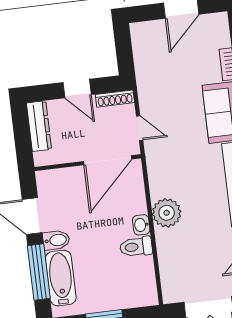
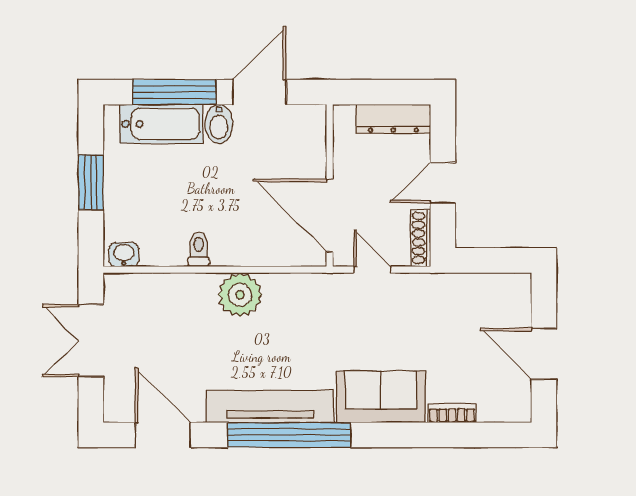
door: (140, 128) -> (372, 270), swing flipped
washbasin: (141, 225) -> (124, 254), moved
toilet: (136, 247) -> (198, 249), width x0.73, depth x0.72

